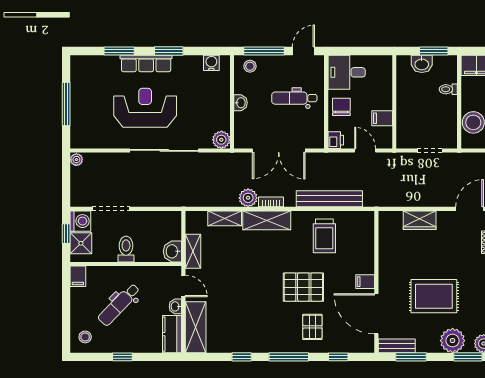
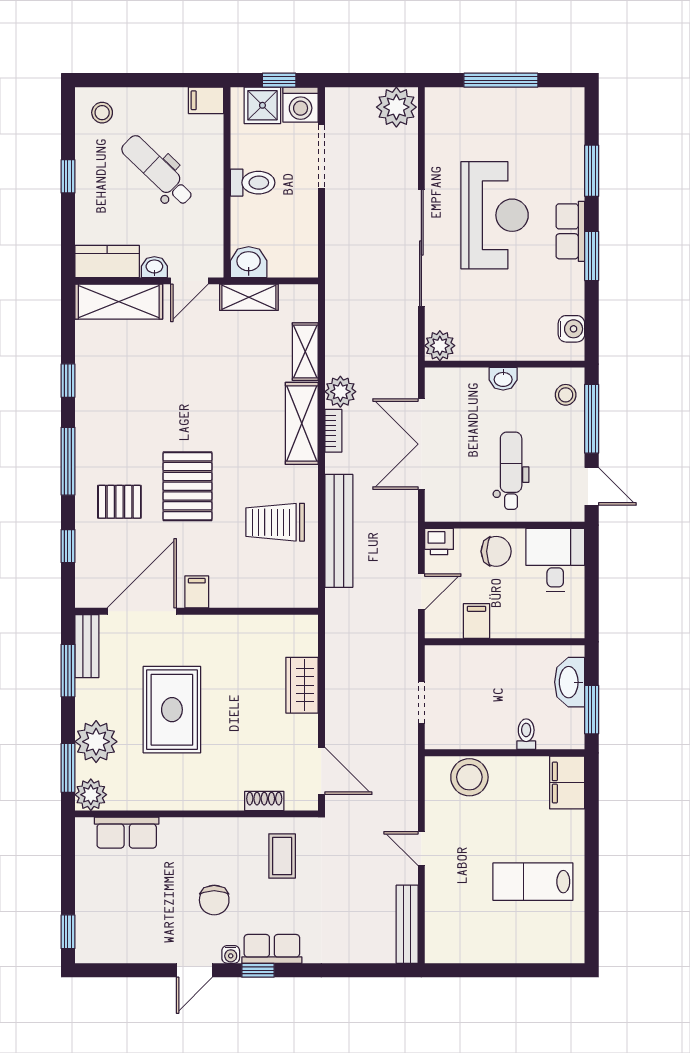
row of seats: (146, 63) -> (570, 231), width x0.68
washbasin: (422, 64) -> (570, 682), width x1.38
plant: (76, 160) -> (396, 107), width x1.88, depth x1.88

